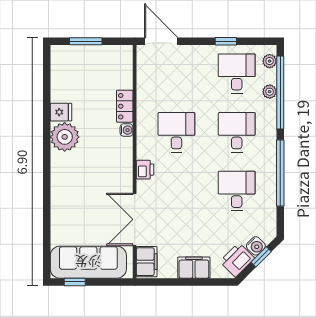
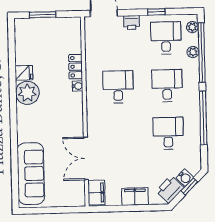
printer: (145, 170) -> (131, 22), moved, turned 90
sofa: (88, 262) -> (31, 174), moved, turned 90
window: (75, 282) -> (38, 210), removed

